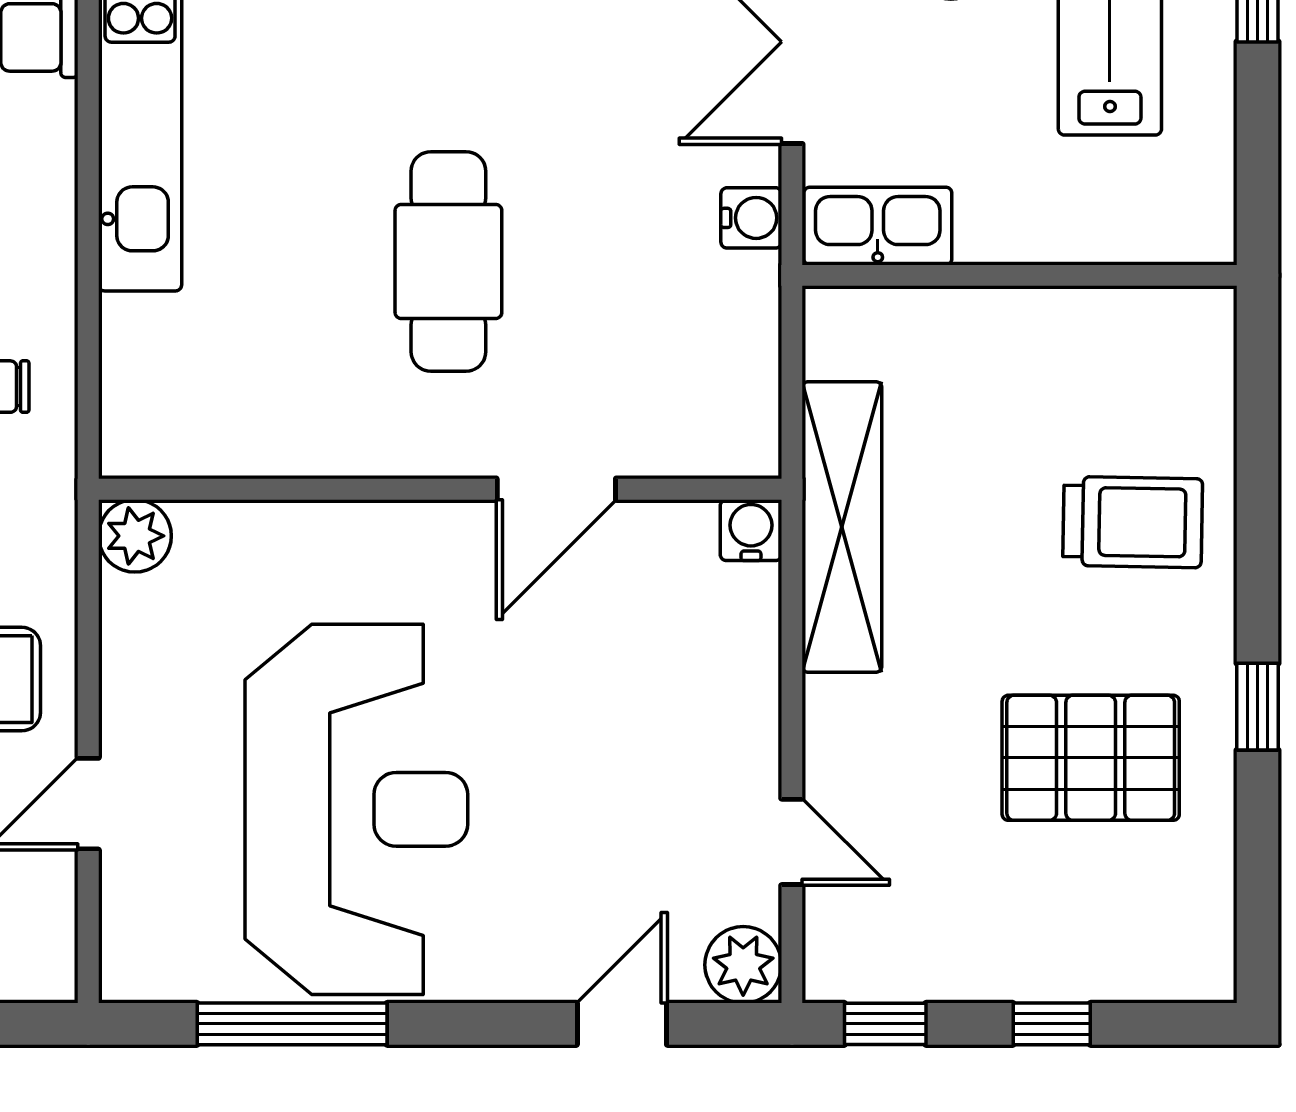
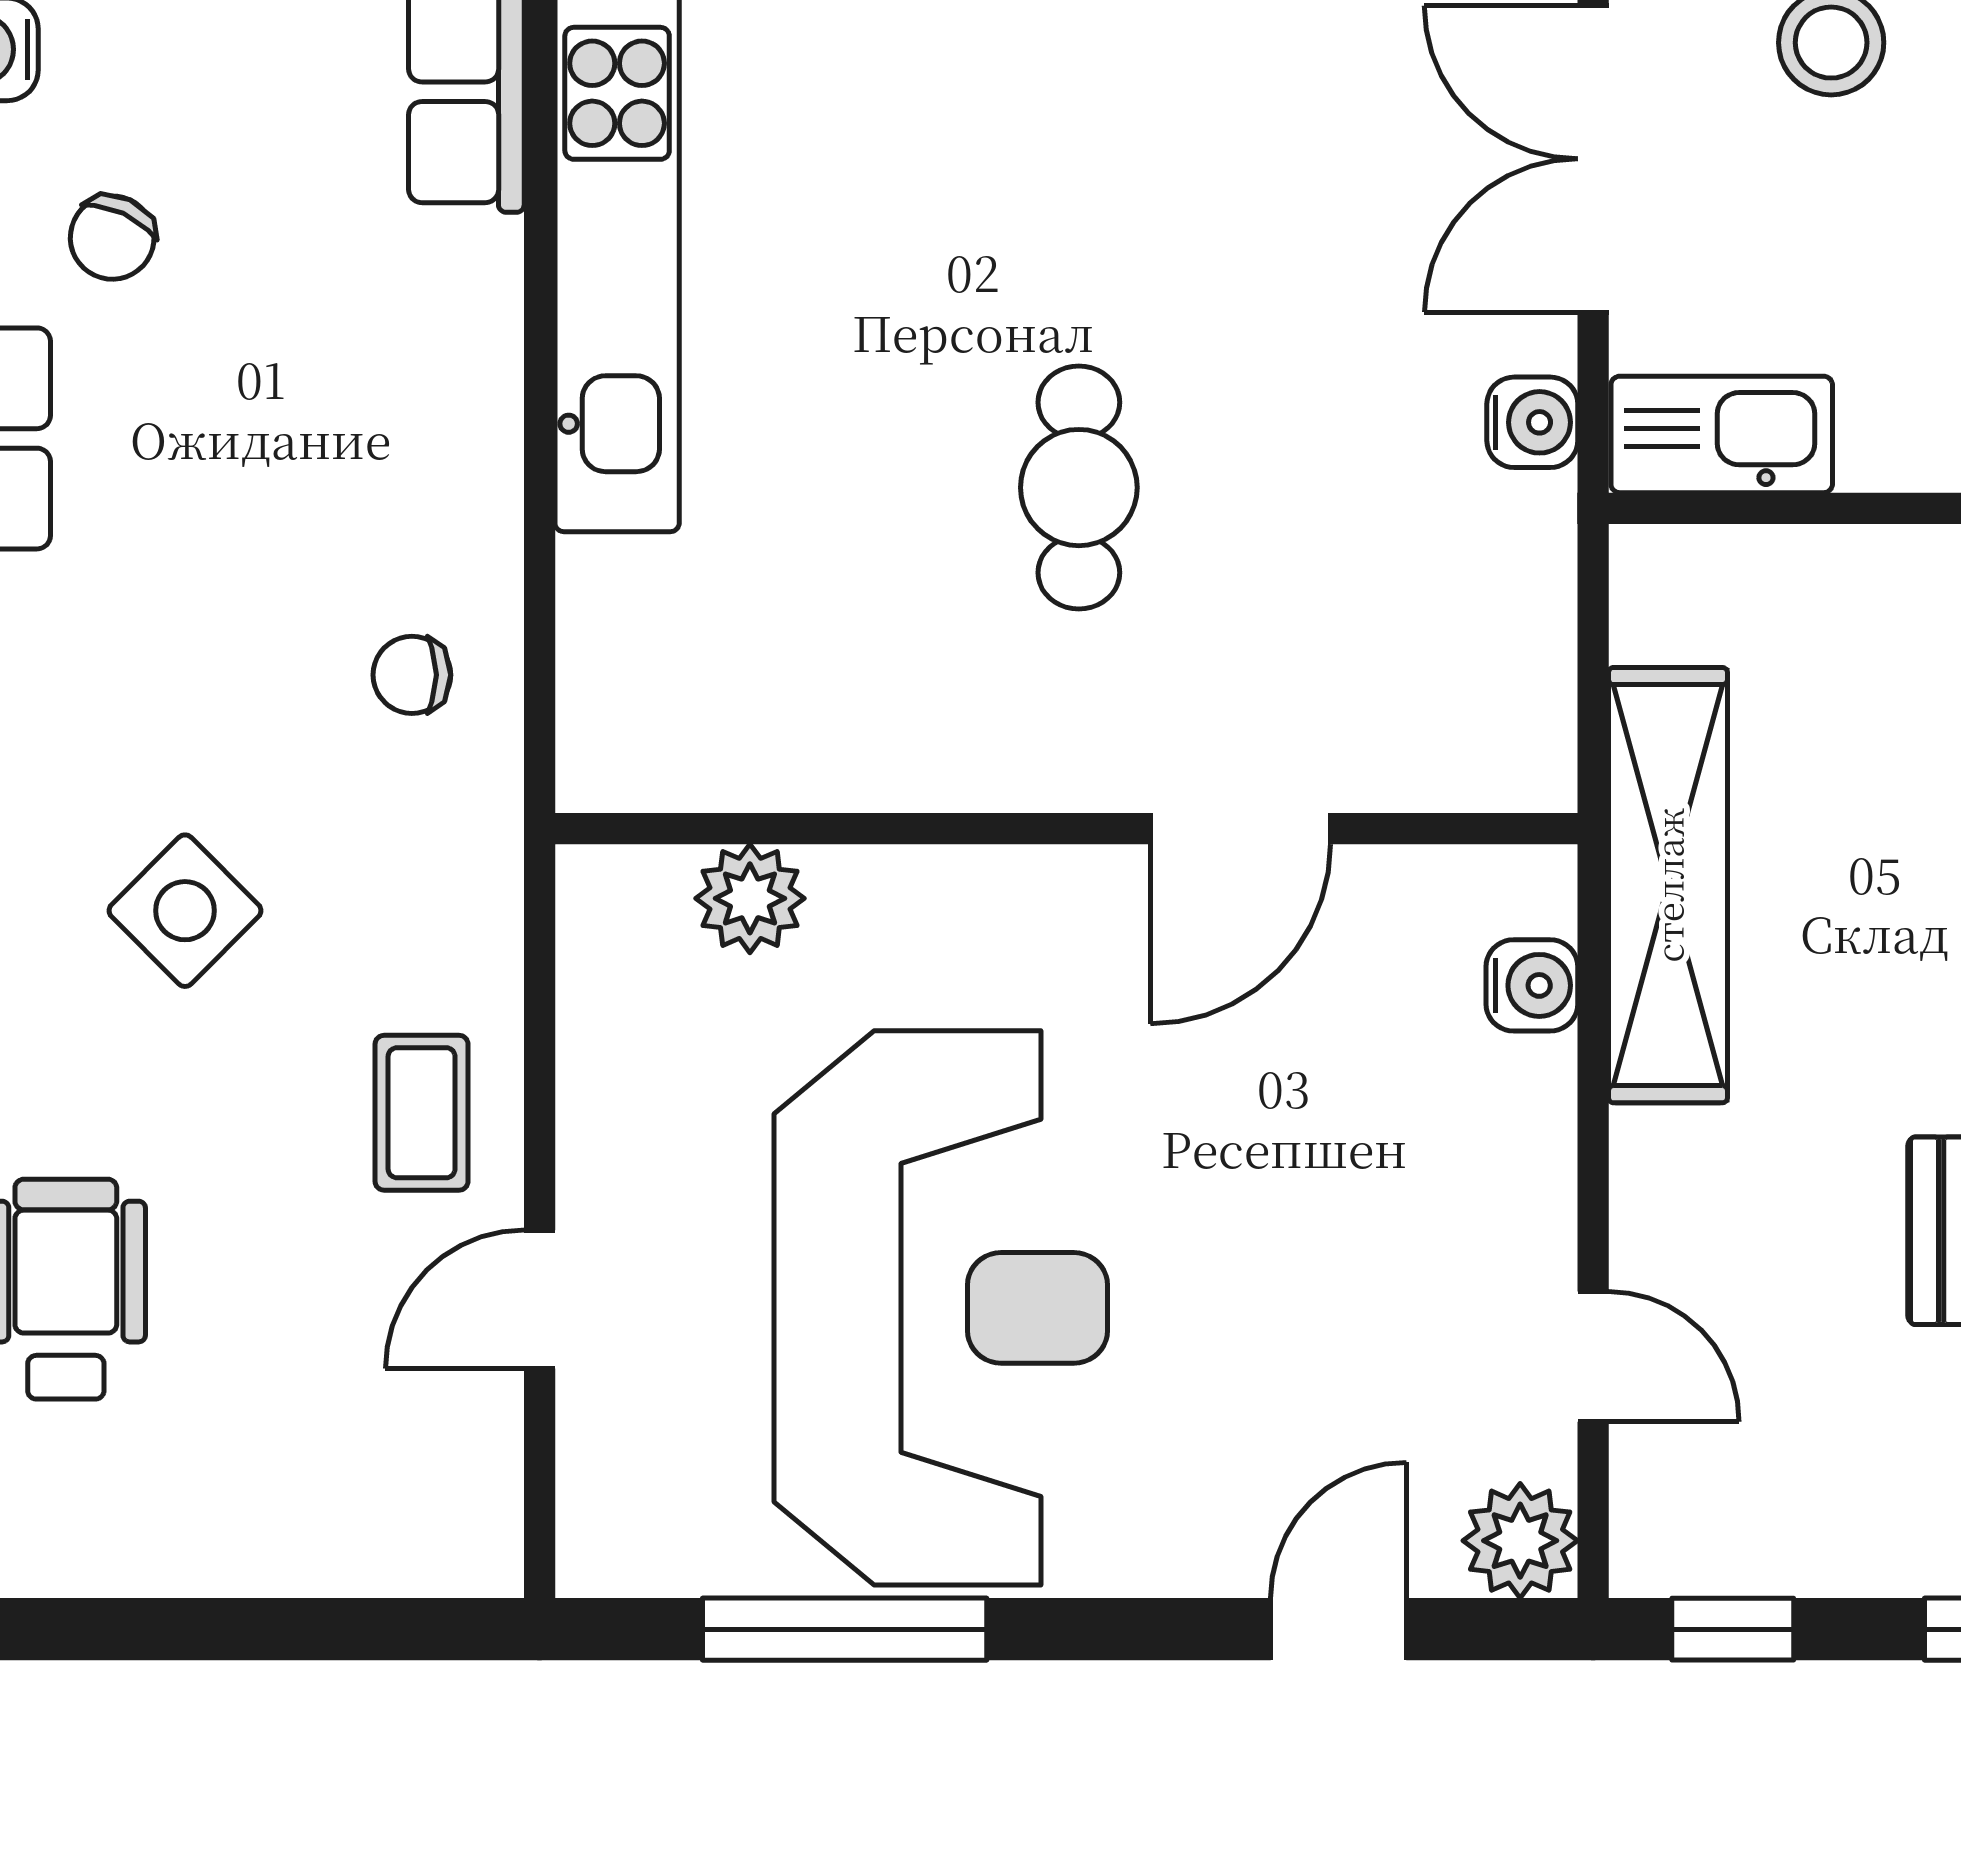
cafe table: (448, 261) -> (1079, 488), width x0.73, depth x0.74
water cooler: (751, 530) -> (1532, 985), moved, turned 90
plant: (135, 536) -> (750, 898), moved

